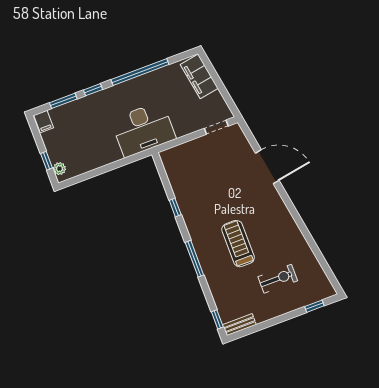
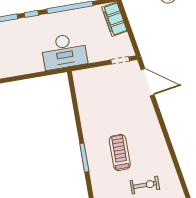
door: (267, 167) -> (148, 82), moved
window: (175, 208) -> (77, 116), removed

